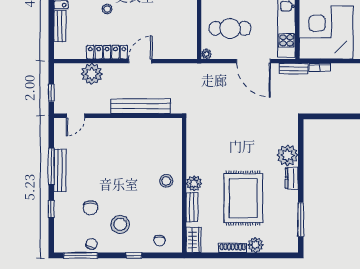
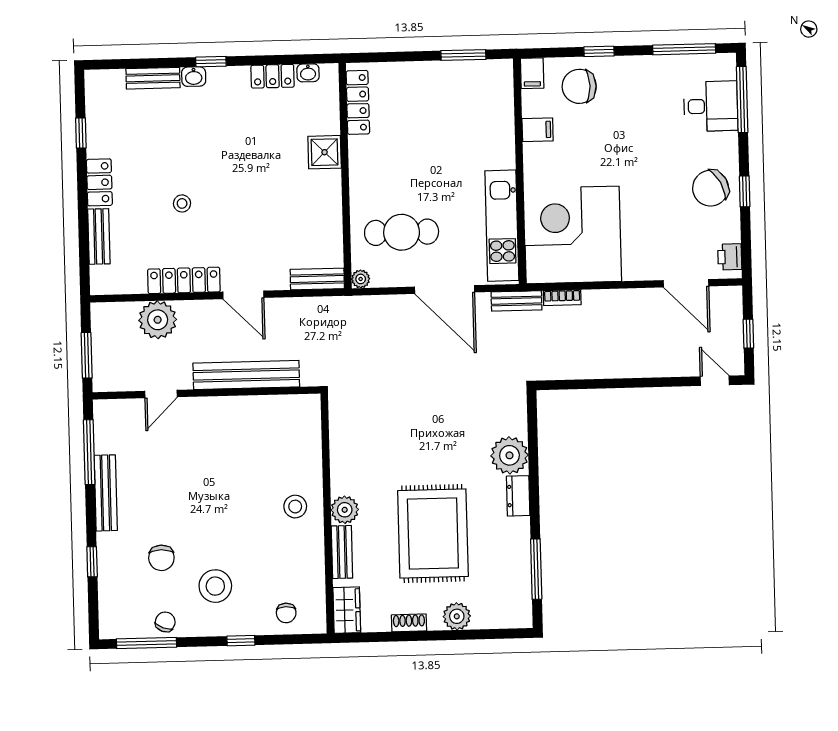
bench: (182, 53) -> (317, 279), added
door: (140, 61) -> (243, 295), swing flipped
window: (51, 93) -> (87, 355), width x1.50
door: (76, 116) -> (161, 394), moved
window: (51, 166) -> (89, 452), moved
shoe rack: (233, 248) -> (409, 623), width x0.70

